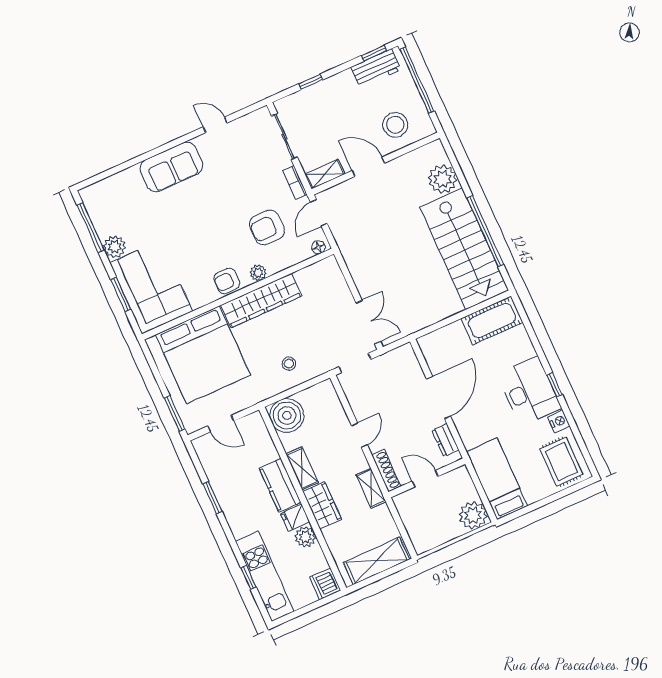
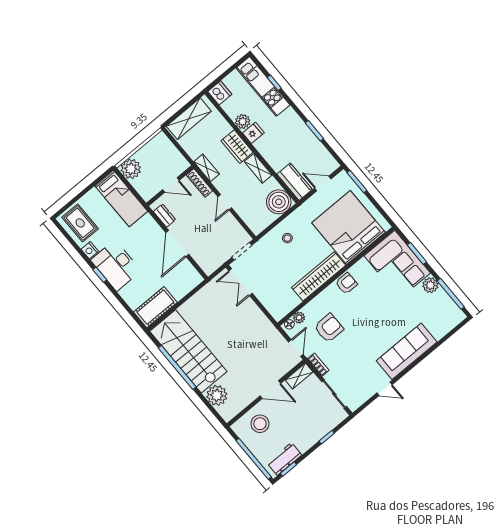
sofa: (171, 167) -> (407, 351), width x1.36
plant: (258, 273) -> (299, 318), moved
kitchen counter: (280, 485) -> (295, 182), moved

